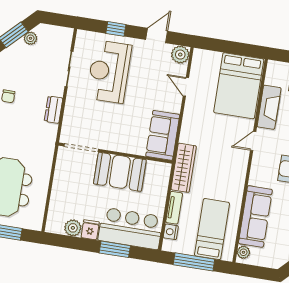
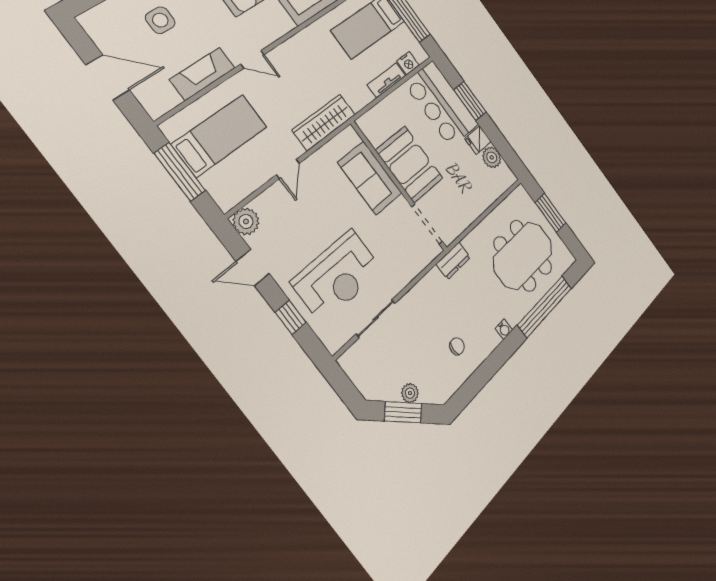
plant: (30, 38) -> (410, 393), moved
window: (233, 48) -> (180, 172), added
bed: (239, 86) -> (220, 135), width x0.67
door: (186, 87) -> (288, 169), moved
dresser: (54, 110) -> (453, 261), moved
sofa: (163, 135) -> (370, 178), moved, turned 90
wardrobe: (184, 168) -> (324, 122), moved

